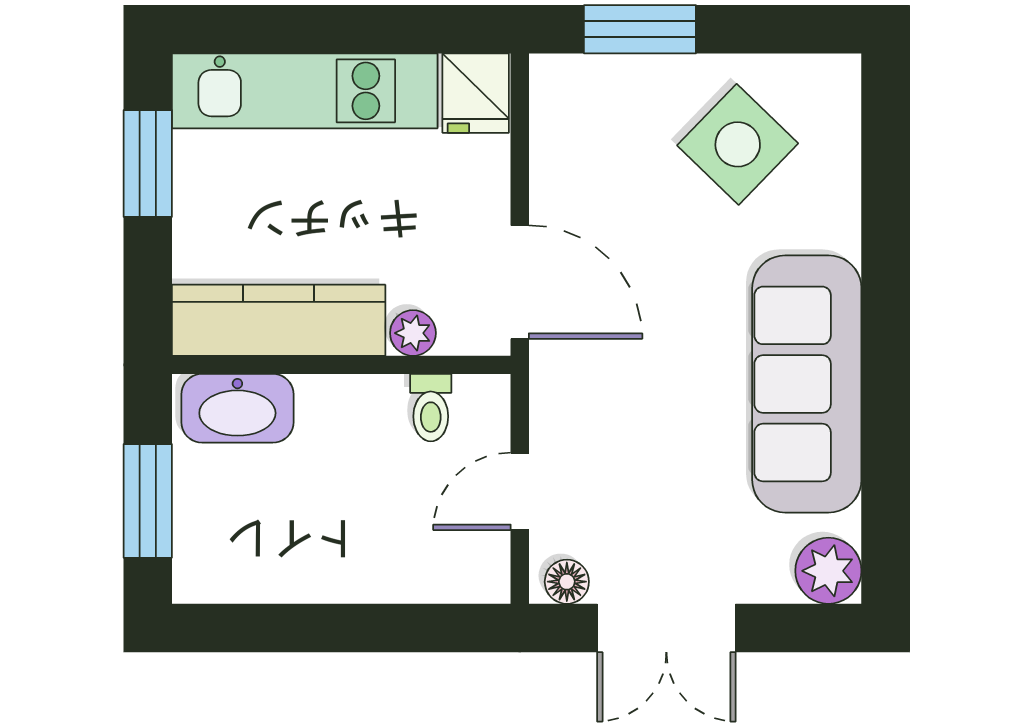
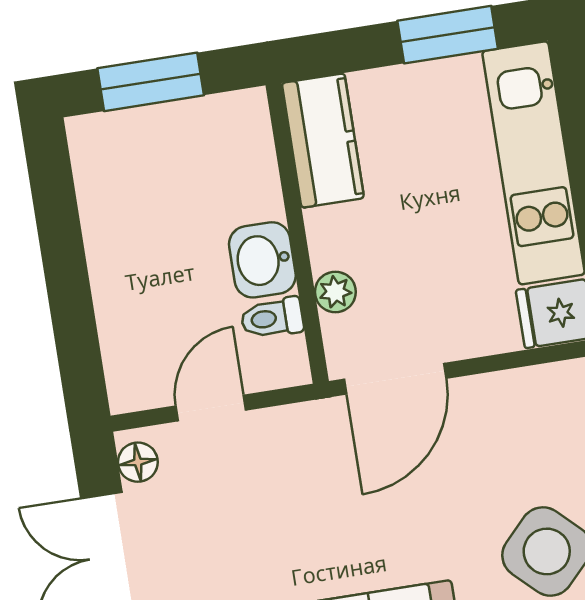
kitchen counter: (279, 320) -> (323, 141), width x0.67
washbasin: (237, 408) -> (262, 260), moved, width x0.72
door: (520, 491) -> (211, 408), hinge flipped

